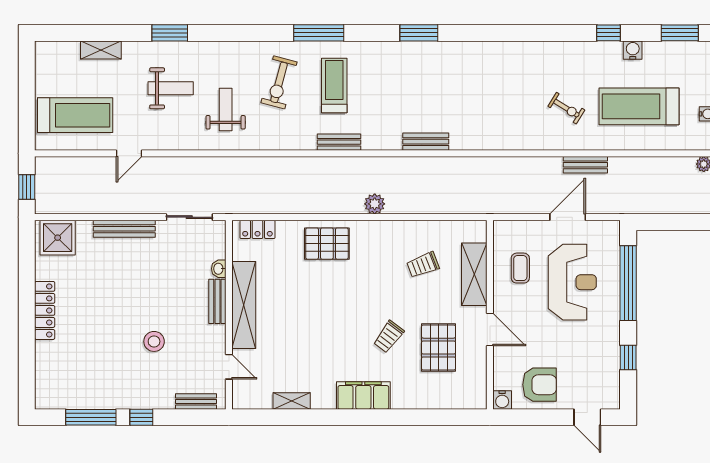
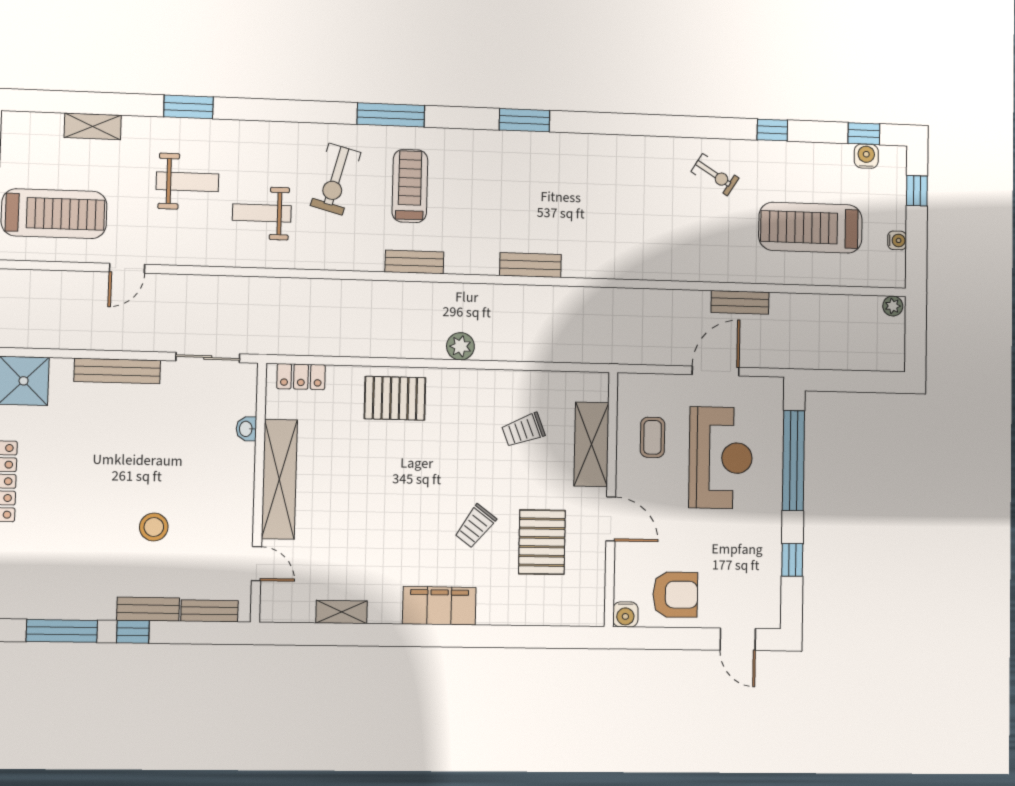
window: (680, 33) -> (864, 134), width x0.67
water cooler: (633, 50) -> (866, 156), moved
exercise bike: (566, 108) -> (715, 175), moved
weight bench: (226, 109) -> (262, 213), turned -90
bench: (217, 301) -> (148, 609), moved, turned 90

